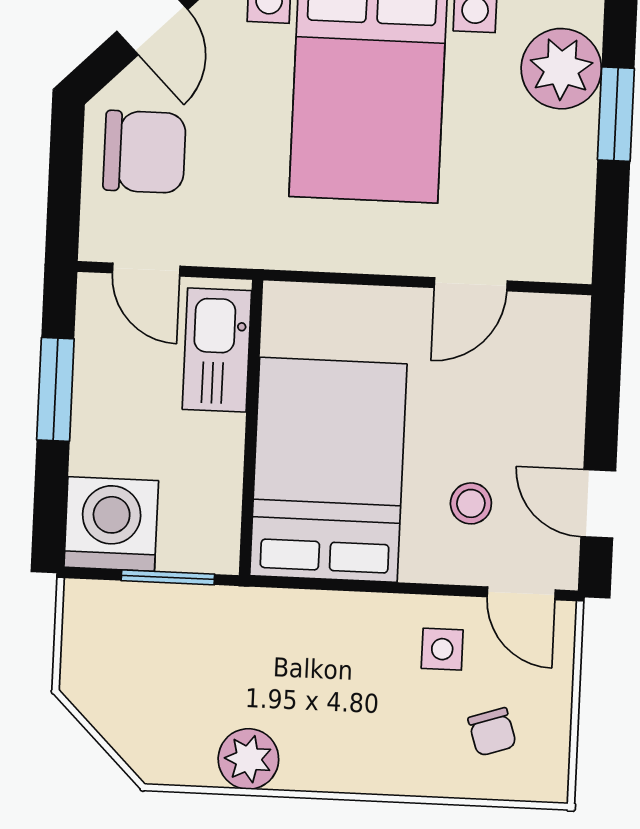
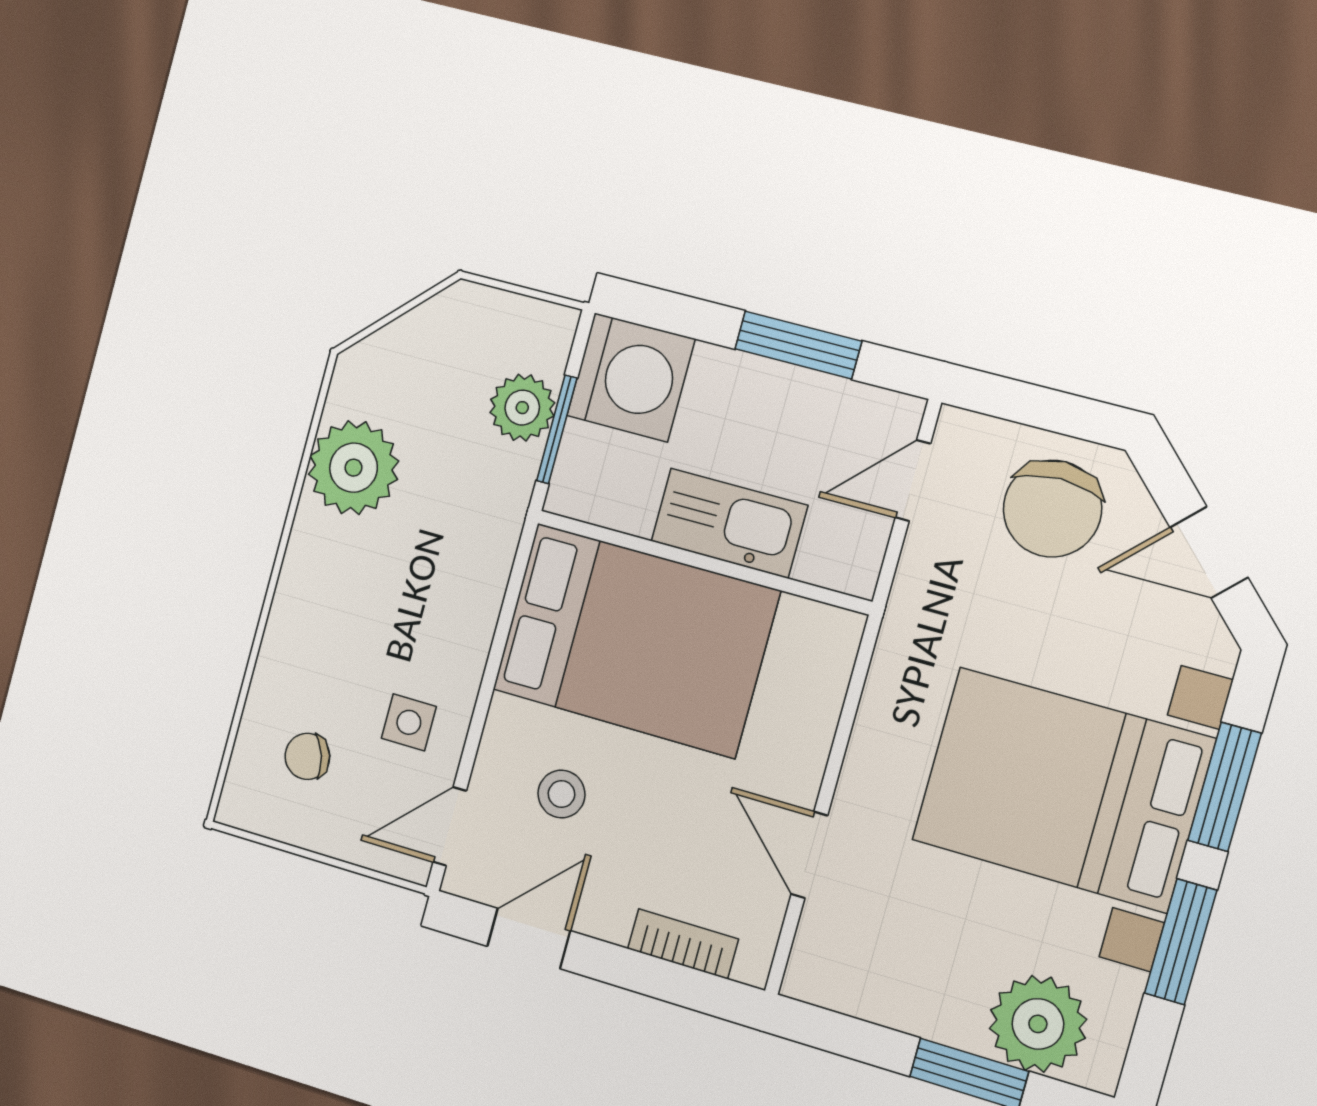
kitchen sink: (217, 350) -> (729, 523), moved
bookcase: (570, 372) -> (683, 944), added
plant: (156, 611) -> (522, 408), added
plant: (248, 759) -> (354, 468), width x1.36, depth x1.36

